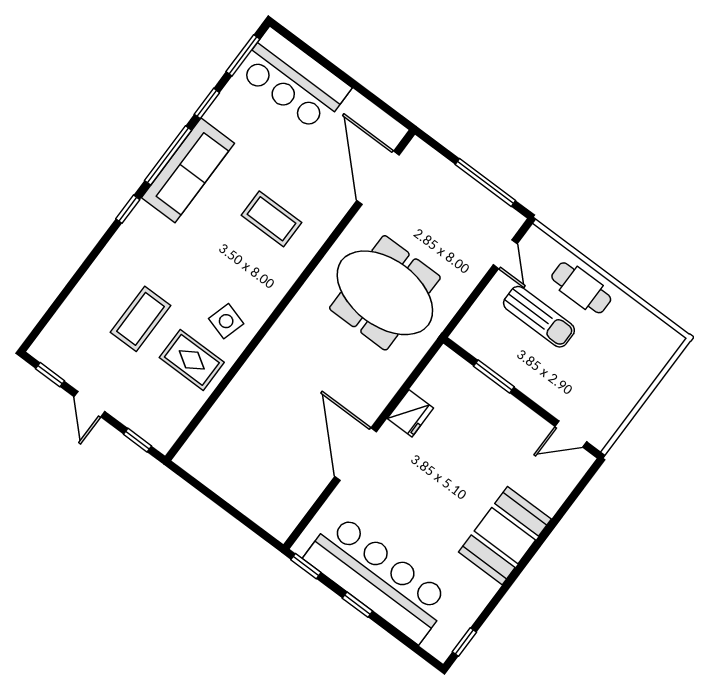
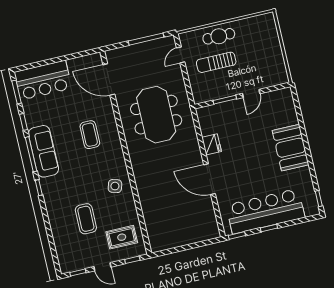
coffee table: (271, 219) -> (90, 135), turned 90
door: (505, 254) -> (181, 55), swing flipped
meeting table: (385, 293) -> (156, 115), turned 90
sun lounger: (539, 317) -> (216, 62), turned 180
rug: (192, 360) -> (122, 237), moved
door: (571, 434) -> (251, 93), moved

